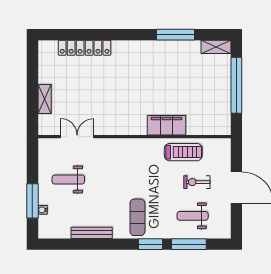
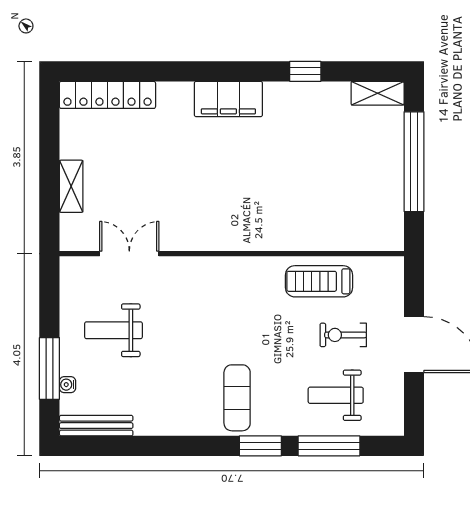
window: (176, 35) -> (305, 71), width x0.46
locker: (85, 48) -> (107, 95), moved
filing cabinet: (167, 125) -> (228, 99), moved, turned 180
treadmill: (183, 152) -> (319, 281), turned 180
bench: (92, 233) -> (96, 426), moved

